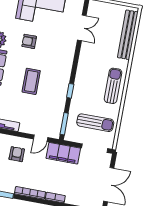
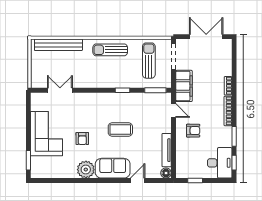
armchair: (17, 154) -> (193, 131), turned 180

